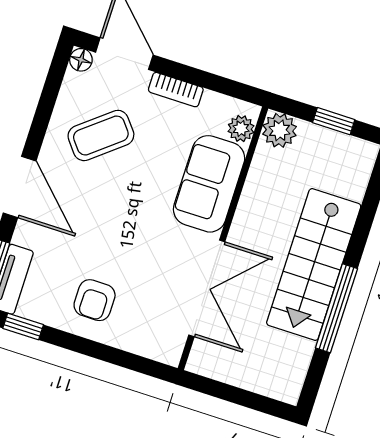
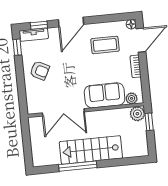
window: (334, 121) -> (149, 122), moved
coffee table: (101, 135) -> (105, 45), turned -51
armchair: (95, 300) -> (40, 71), turned -153

